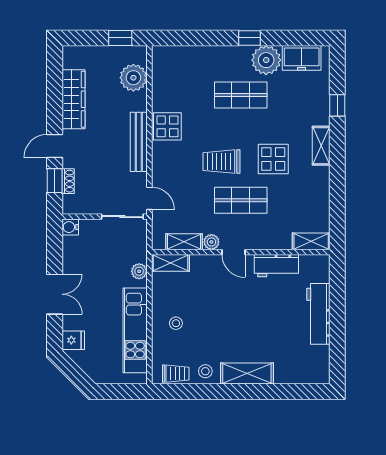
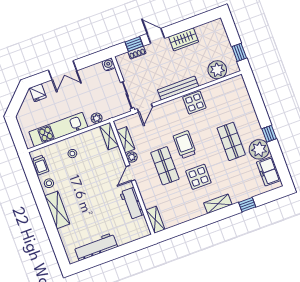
wardrobe: (74, 99) -> (184, 39), width x0.67
workbench: (318, 314) -> (96, 247), moved

